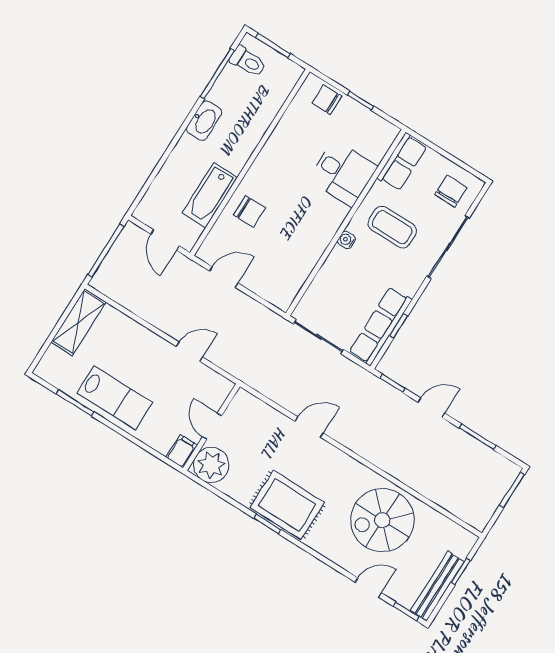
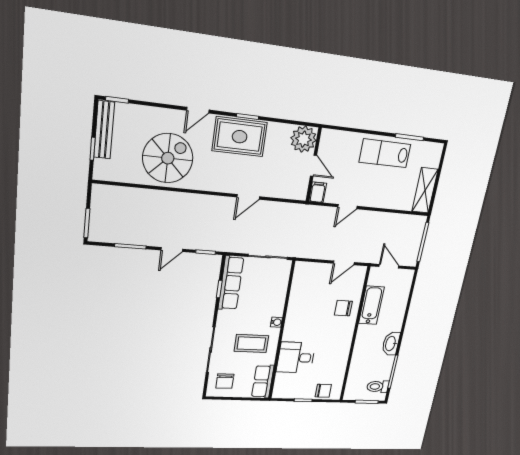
filing cabinet: (182, 451) -> (318, 192), moved, turned 180
door: (368, 588) -> (198, 110), moved

